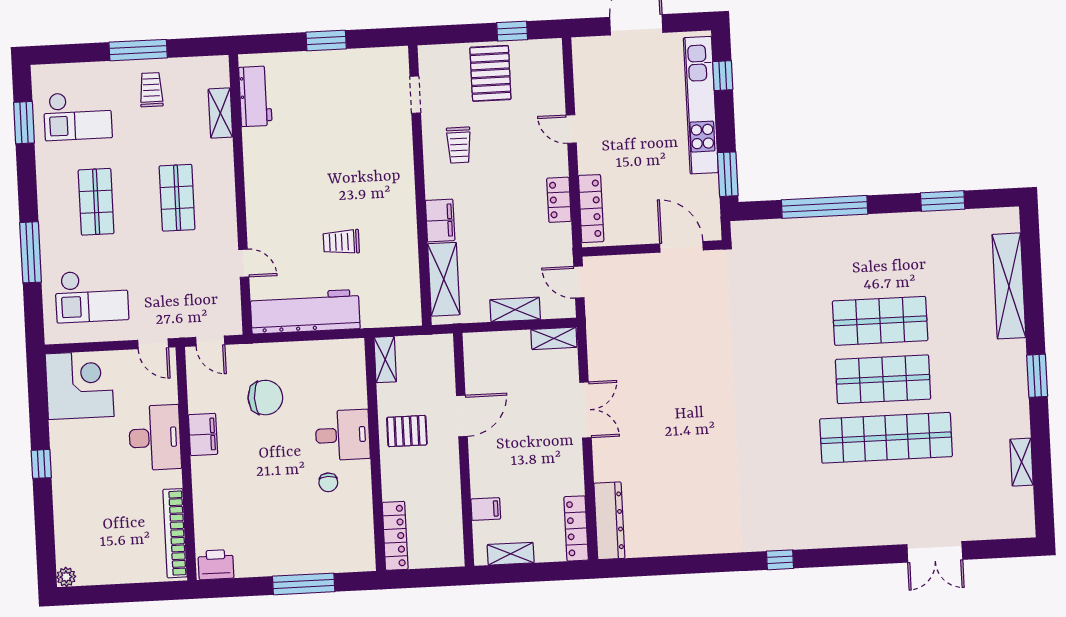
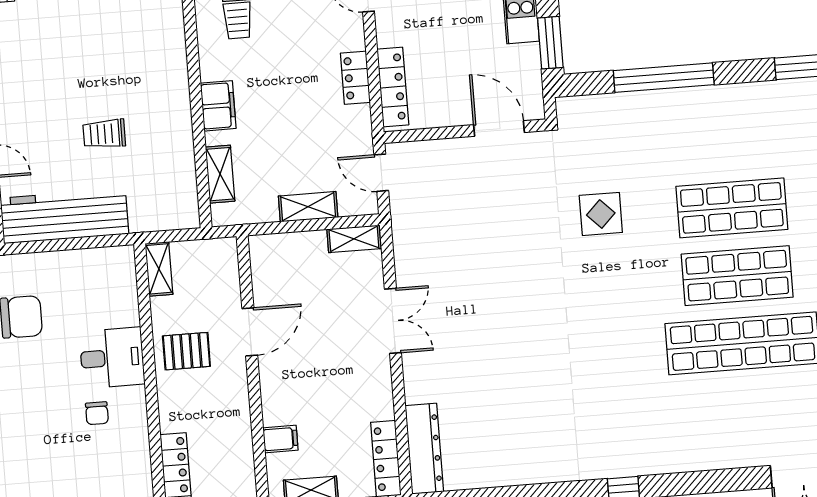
shelving: (444, 279) -> (220, 174), width x0.67, depth x0.75
display table: (767, 323) -> (601, 214), added

